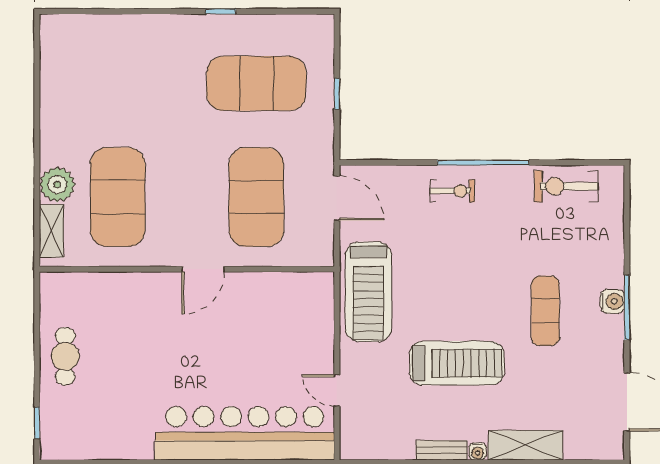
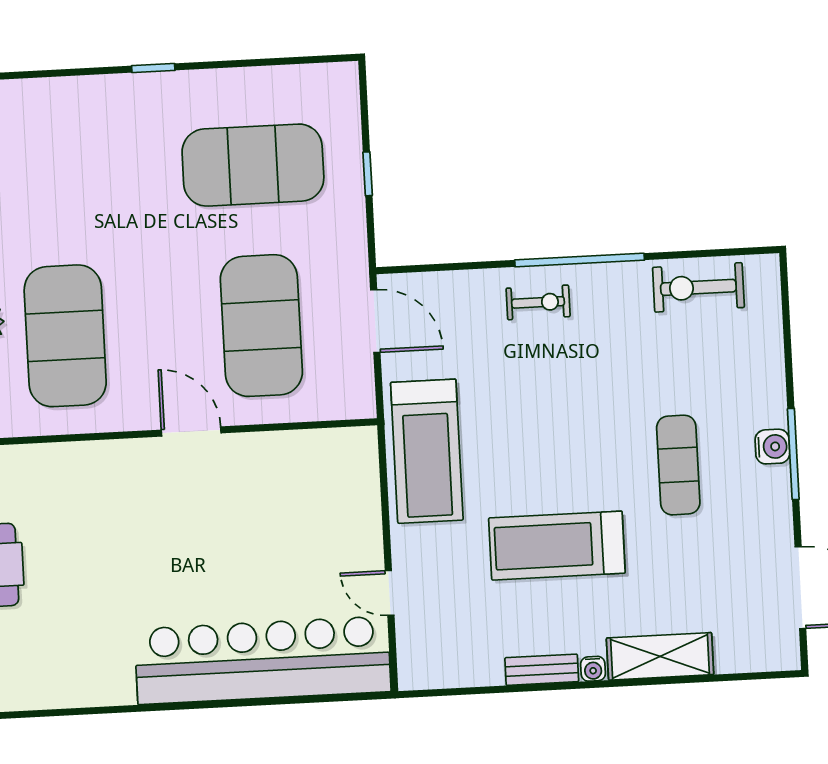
window: (220, 11) -> (153, 68), moved
door: (203, 269) -> (191, 431), swing flipped
treadmill: (457, 363) -> (557, 546), turned 180

